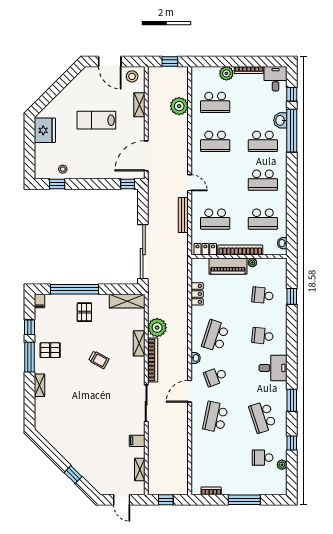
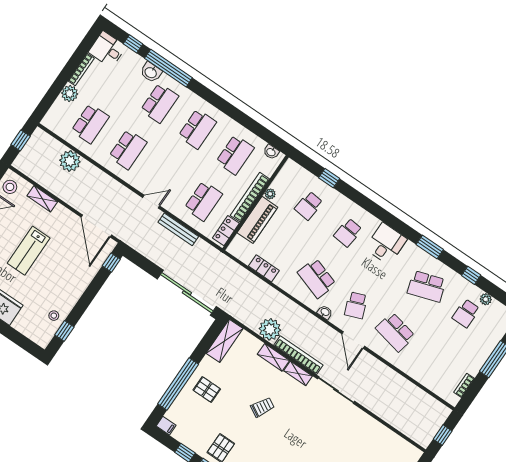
filing cabinet: (137, 441) -> (366, 424), removed
shelving: (140, 470) -> (298, 373), moved

